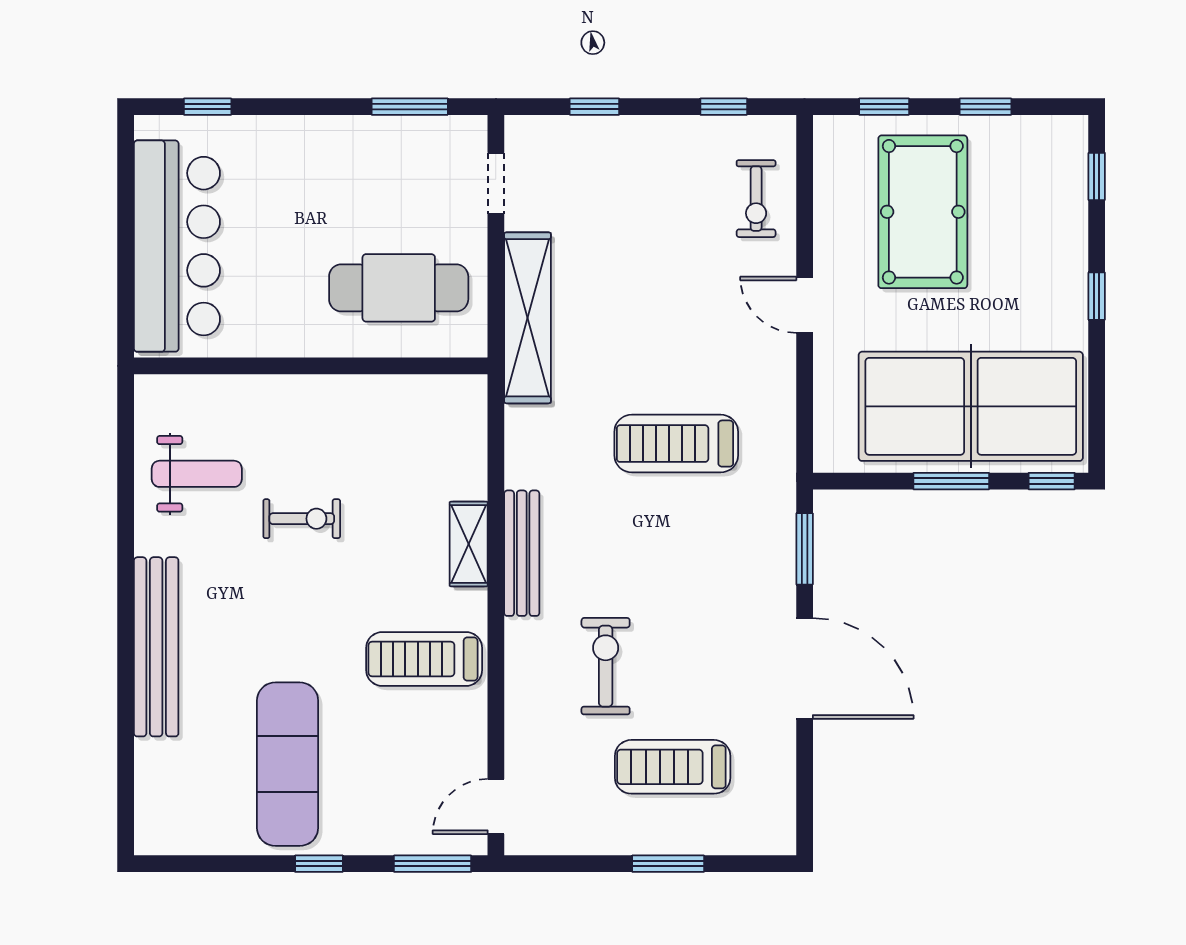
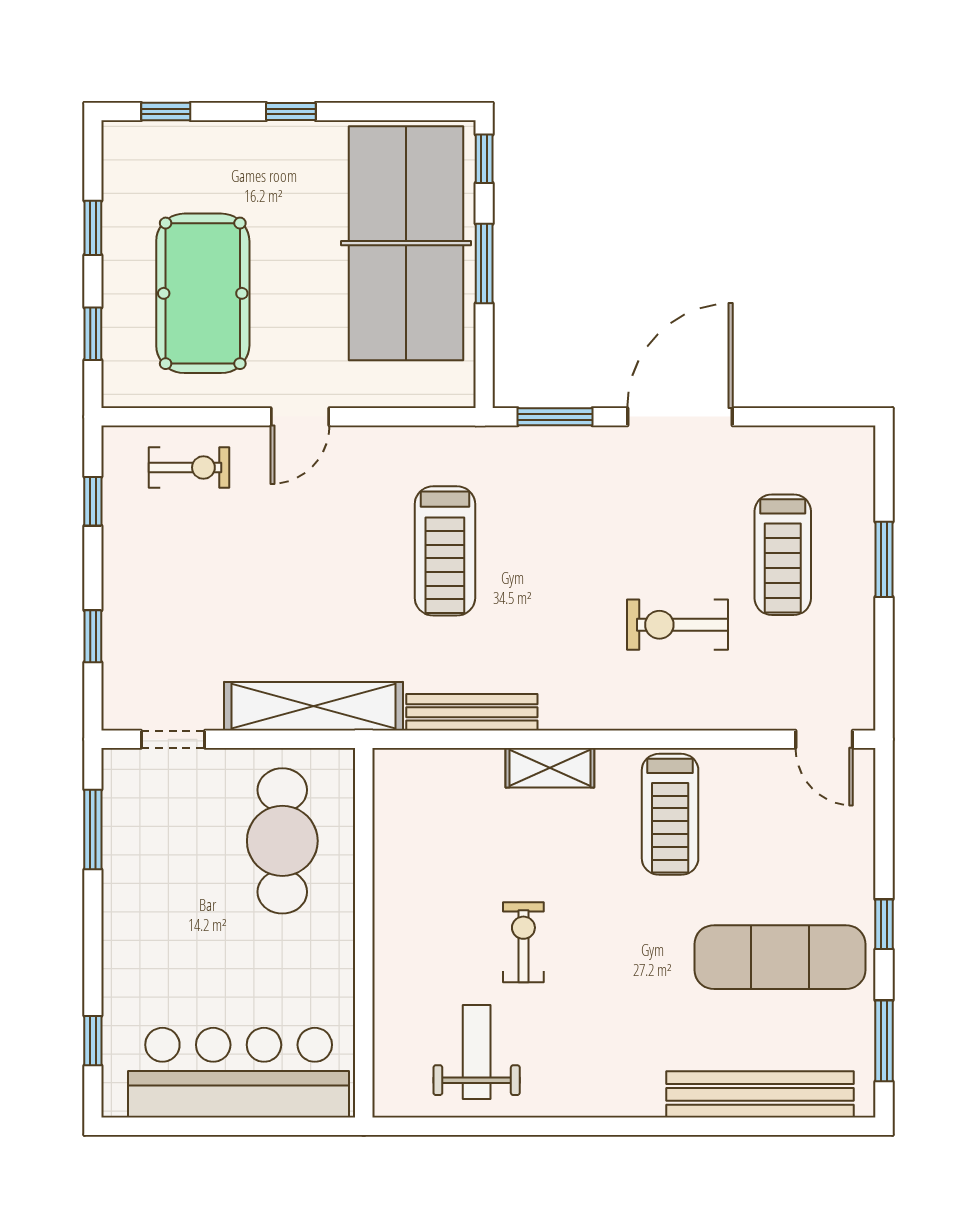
pool table: (923, 212) -> (203, 293), turned 90
bench: (522, 553) -> (472, 712), moved
bench: (156, 647) -> (760, 1094), moved
window: (433, 864) -> (884, 1041), moved

